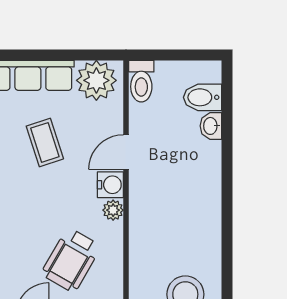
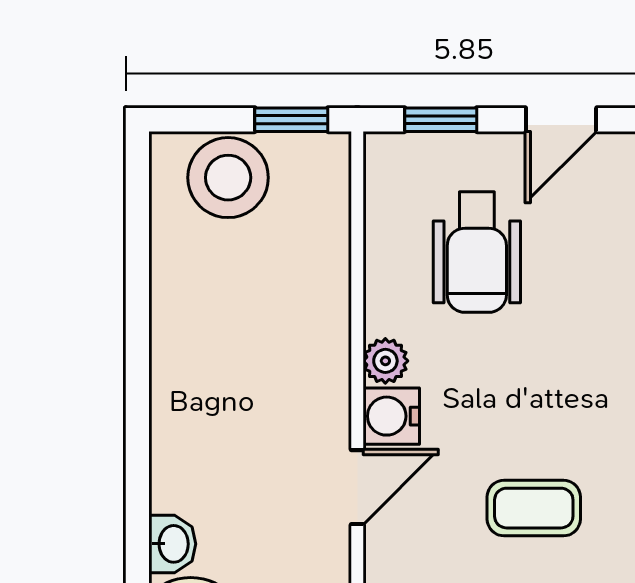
coffee table: (45, 142) -> (534, 508), turned -72
wheelchair: (71, 260) -> (477, 252), turned 150

